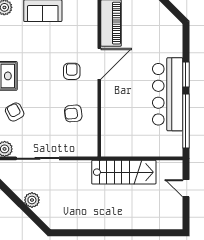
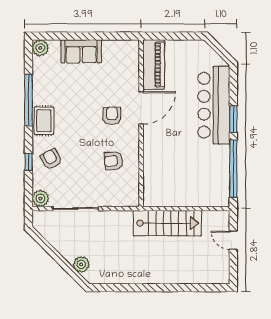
bar counter: (168, 94) -> (214, 105), moved
plant: (32, 200) -> (81, 264), moved

